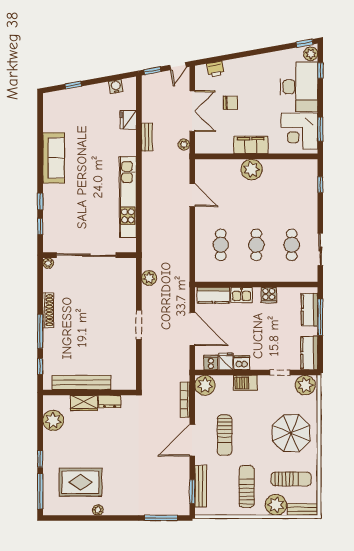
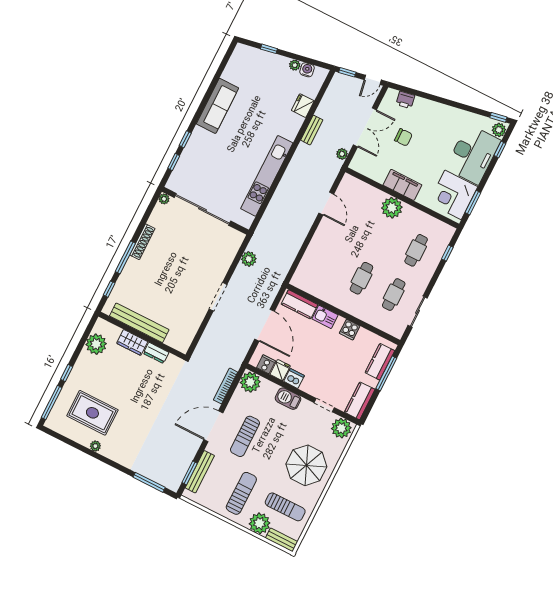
plant: (103, 88) -> (295, 65), added
cafe table: (221, 245) -> (416, 250), moved

